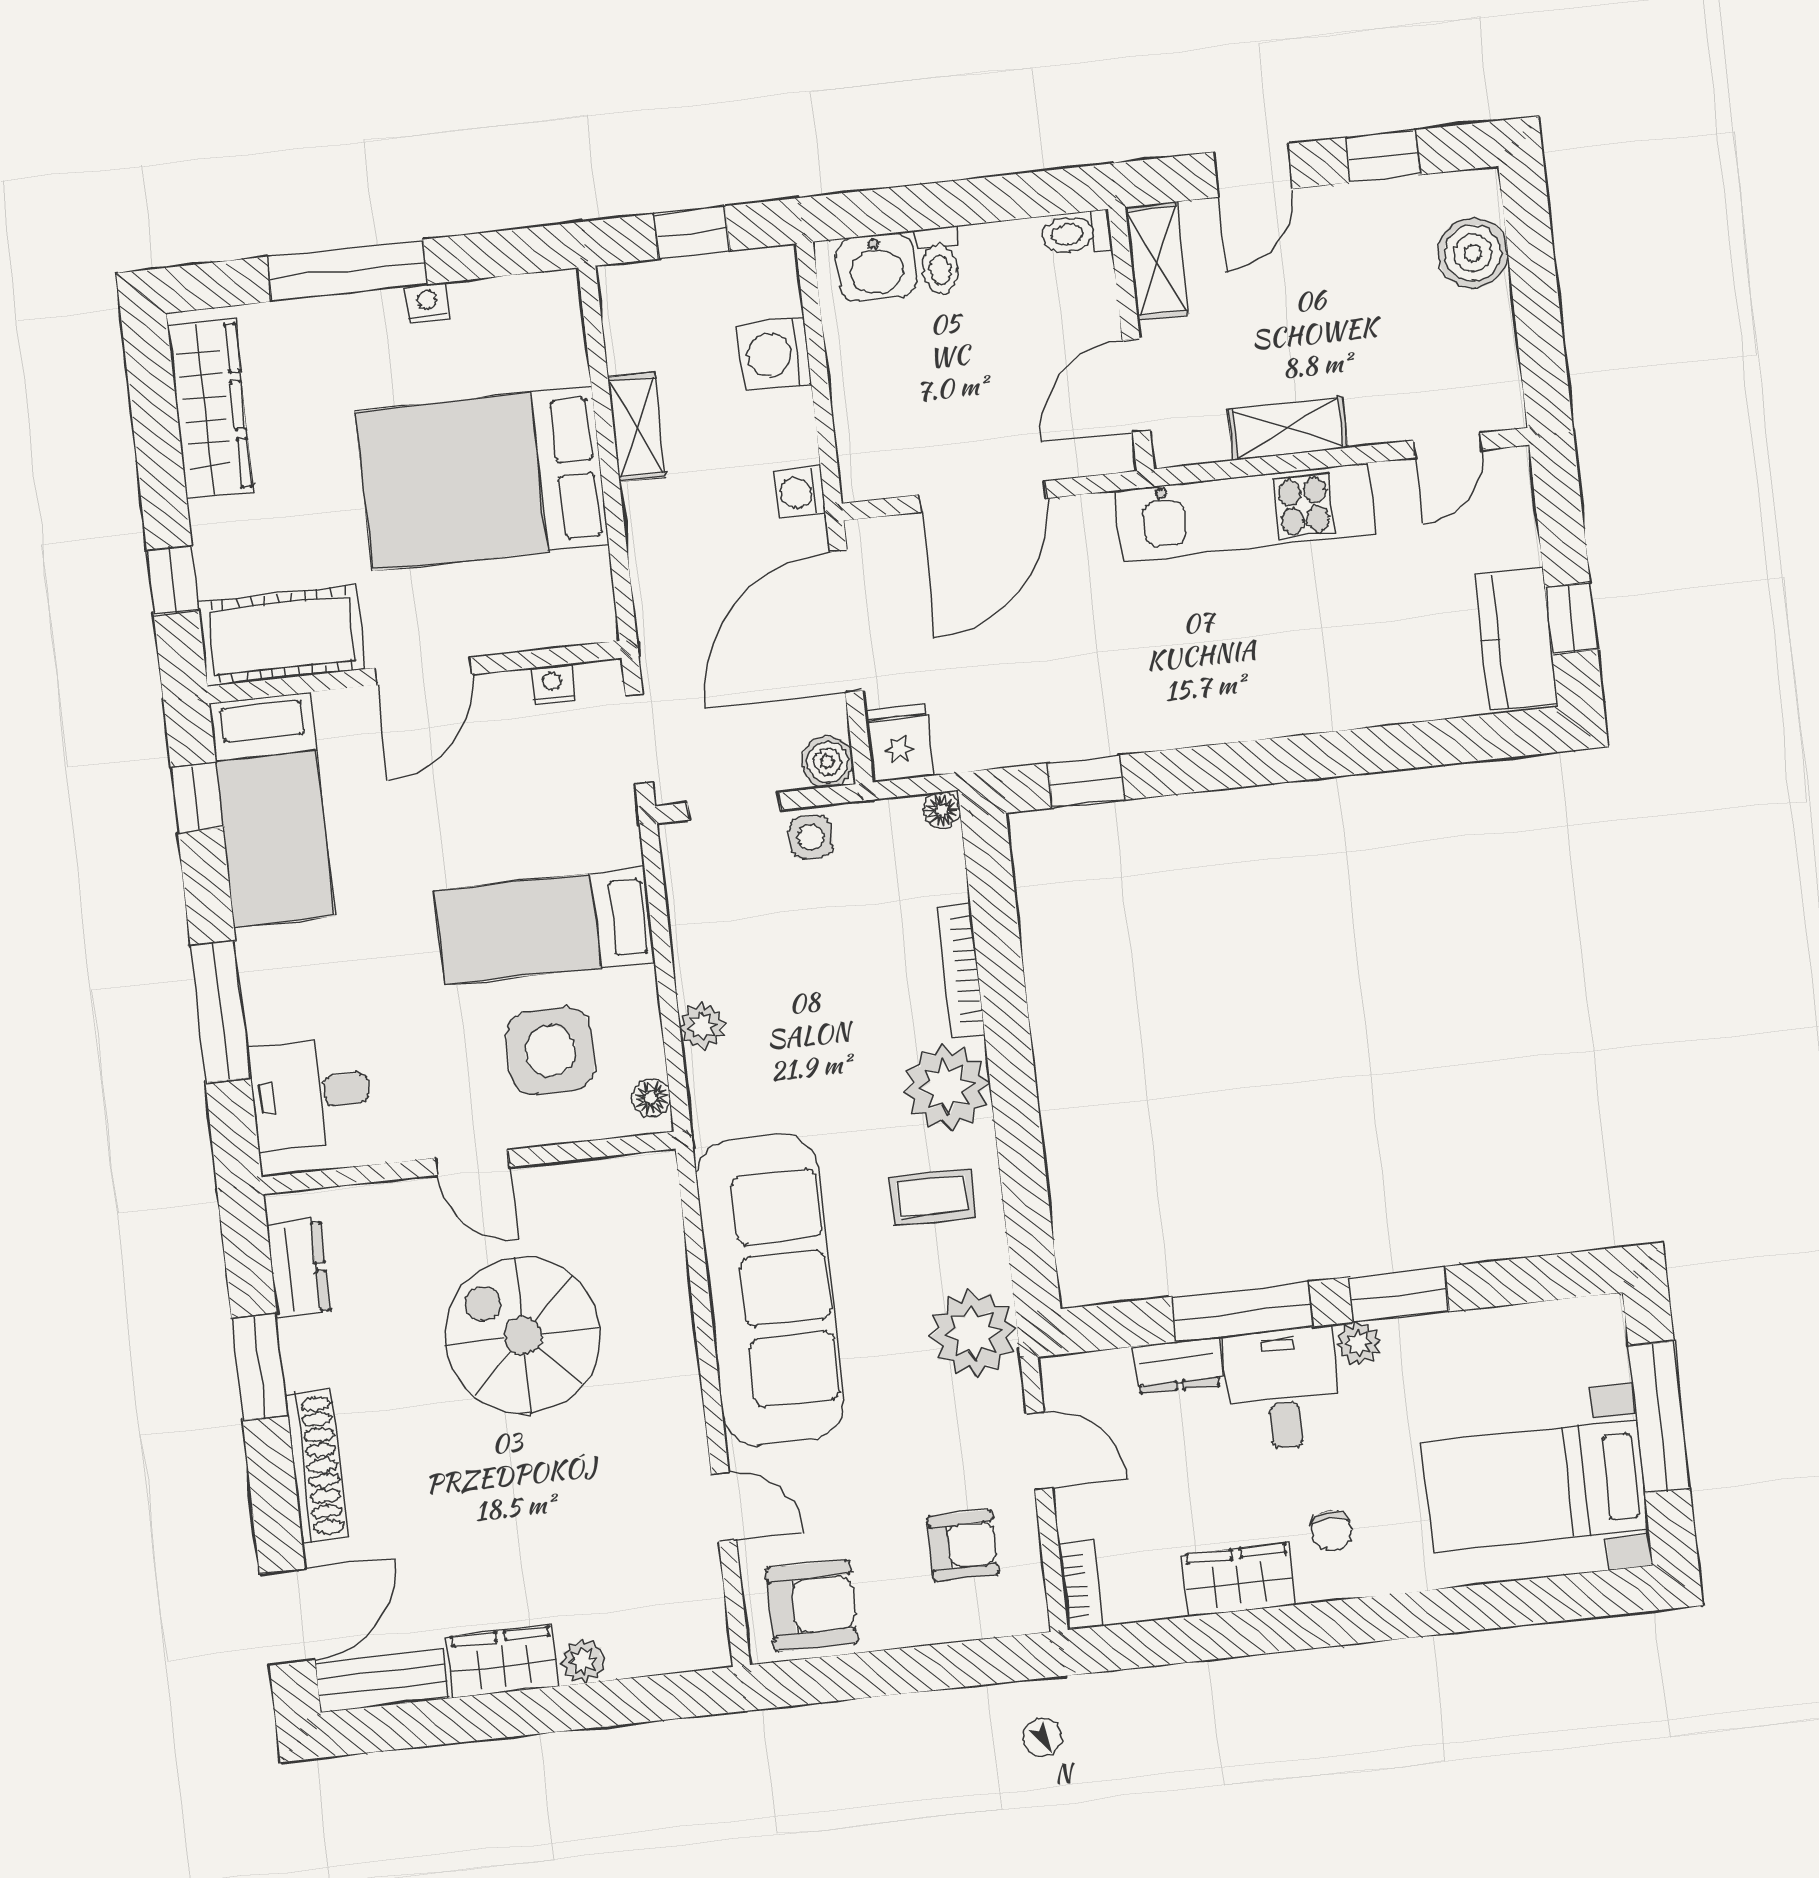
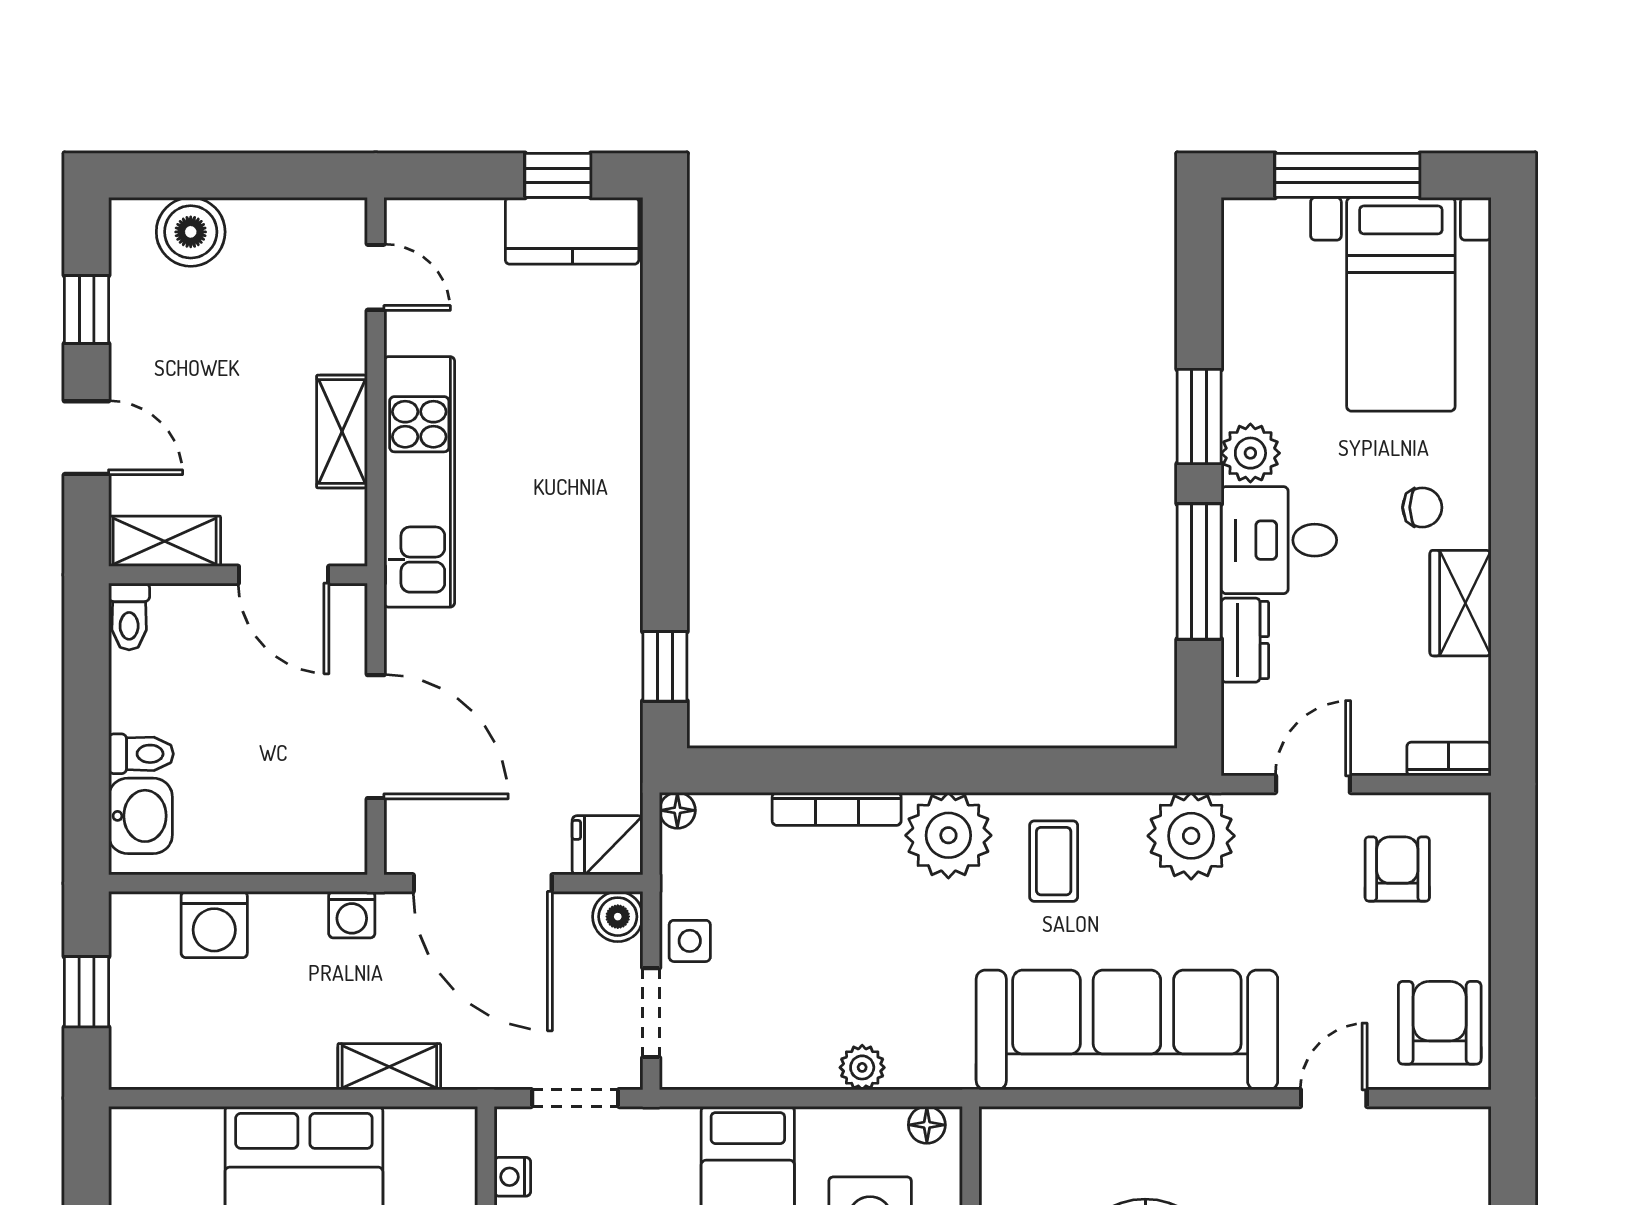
shelving: (637, 427) -> (389, 1067), moved
plant: (1358, 1343) -> (1250, 453), width x1.38, depth x1.38

